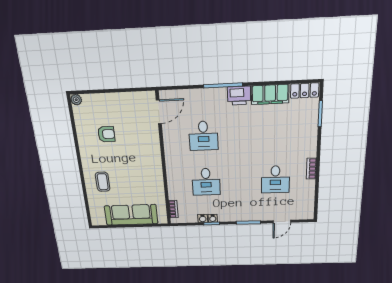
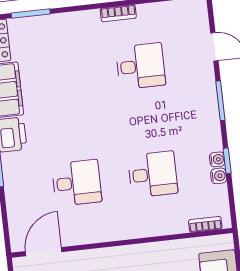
door: (159, 112) -> (44, 252), hinge flipped

